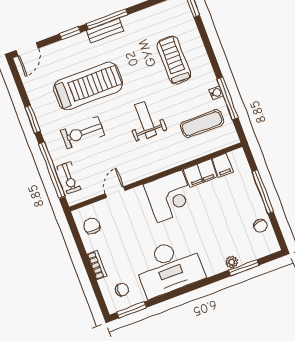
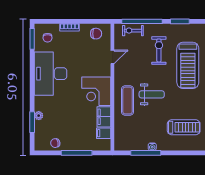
exercise mat: (202, 124) -> (127, 101), moved
door: (115, 192) -> (112, 57), hinge flipped

